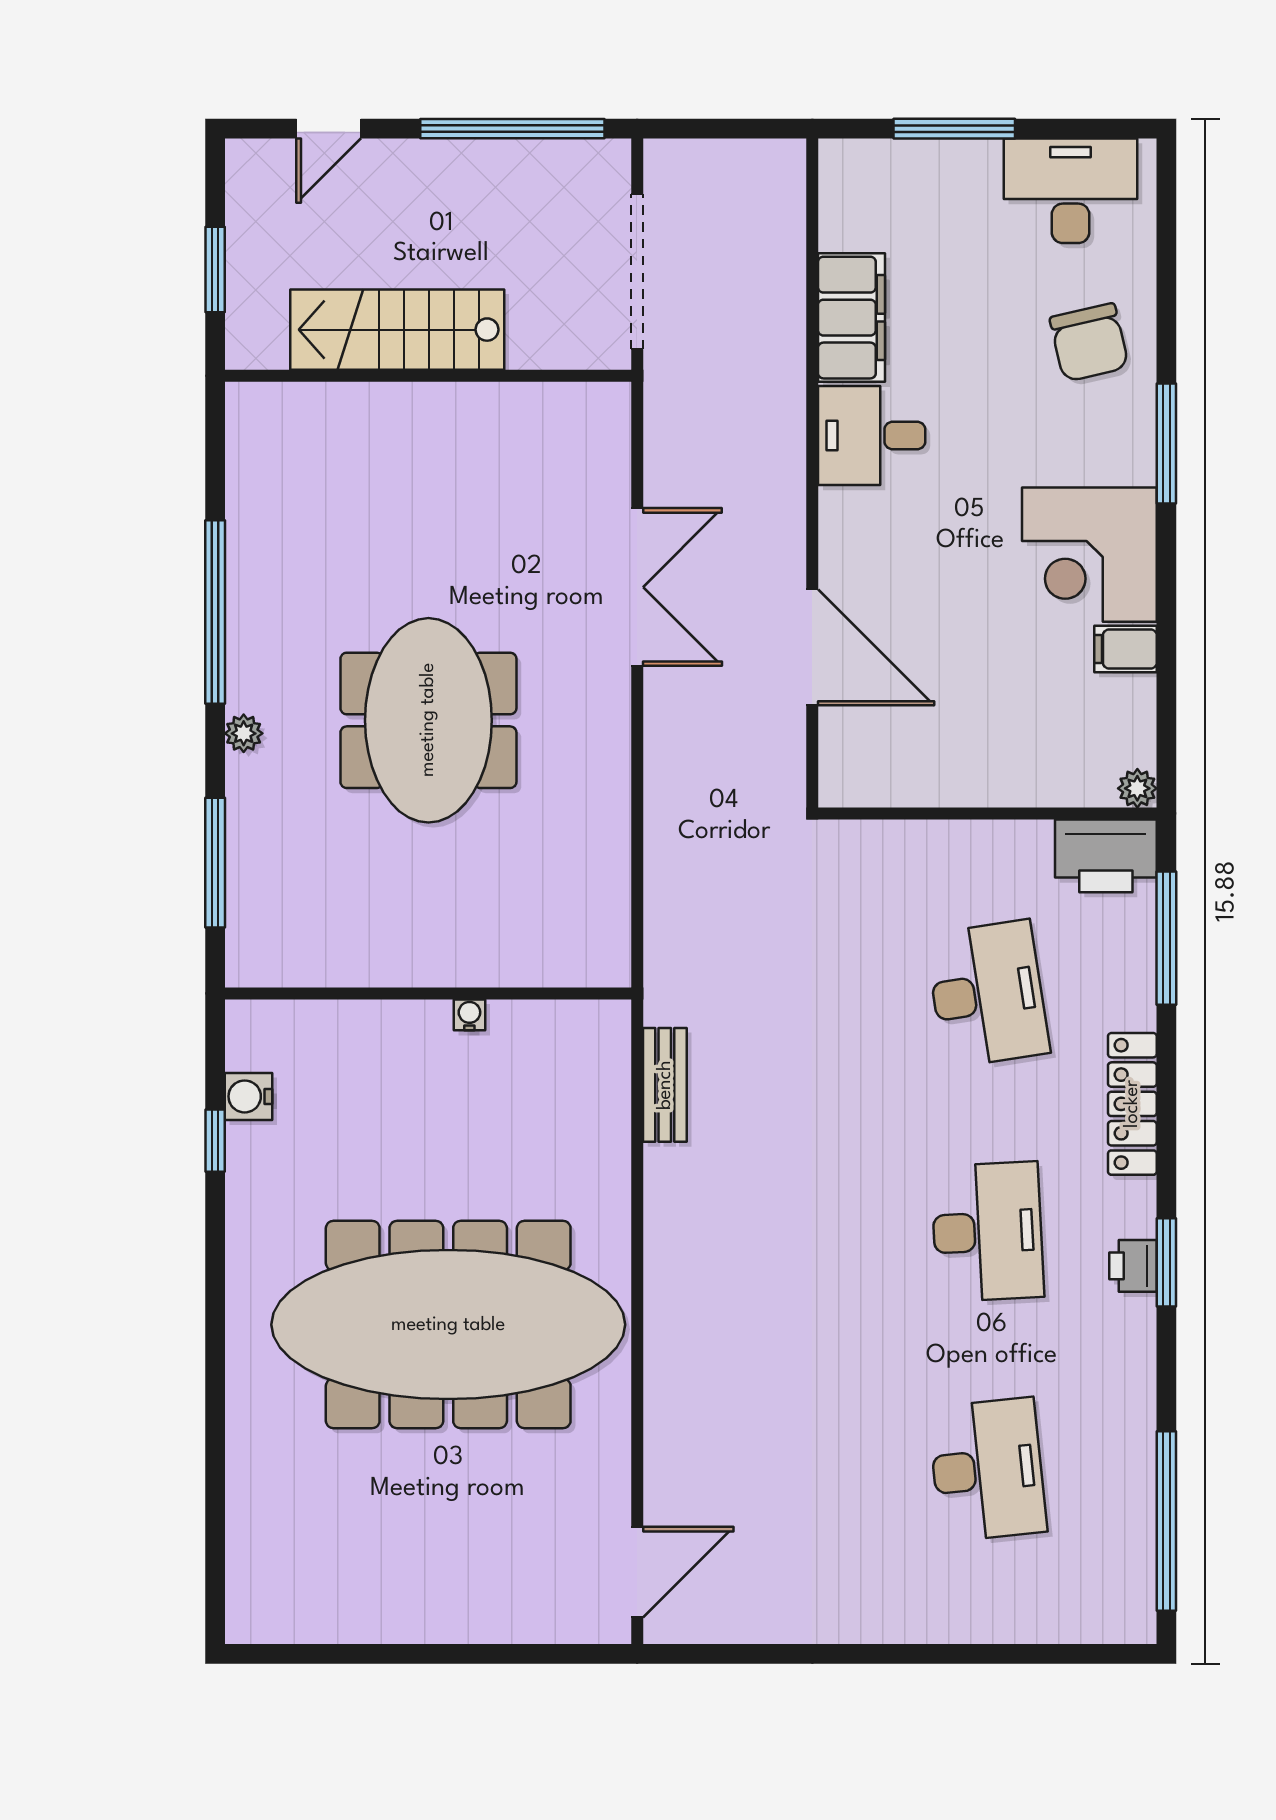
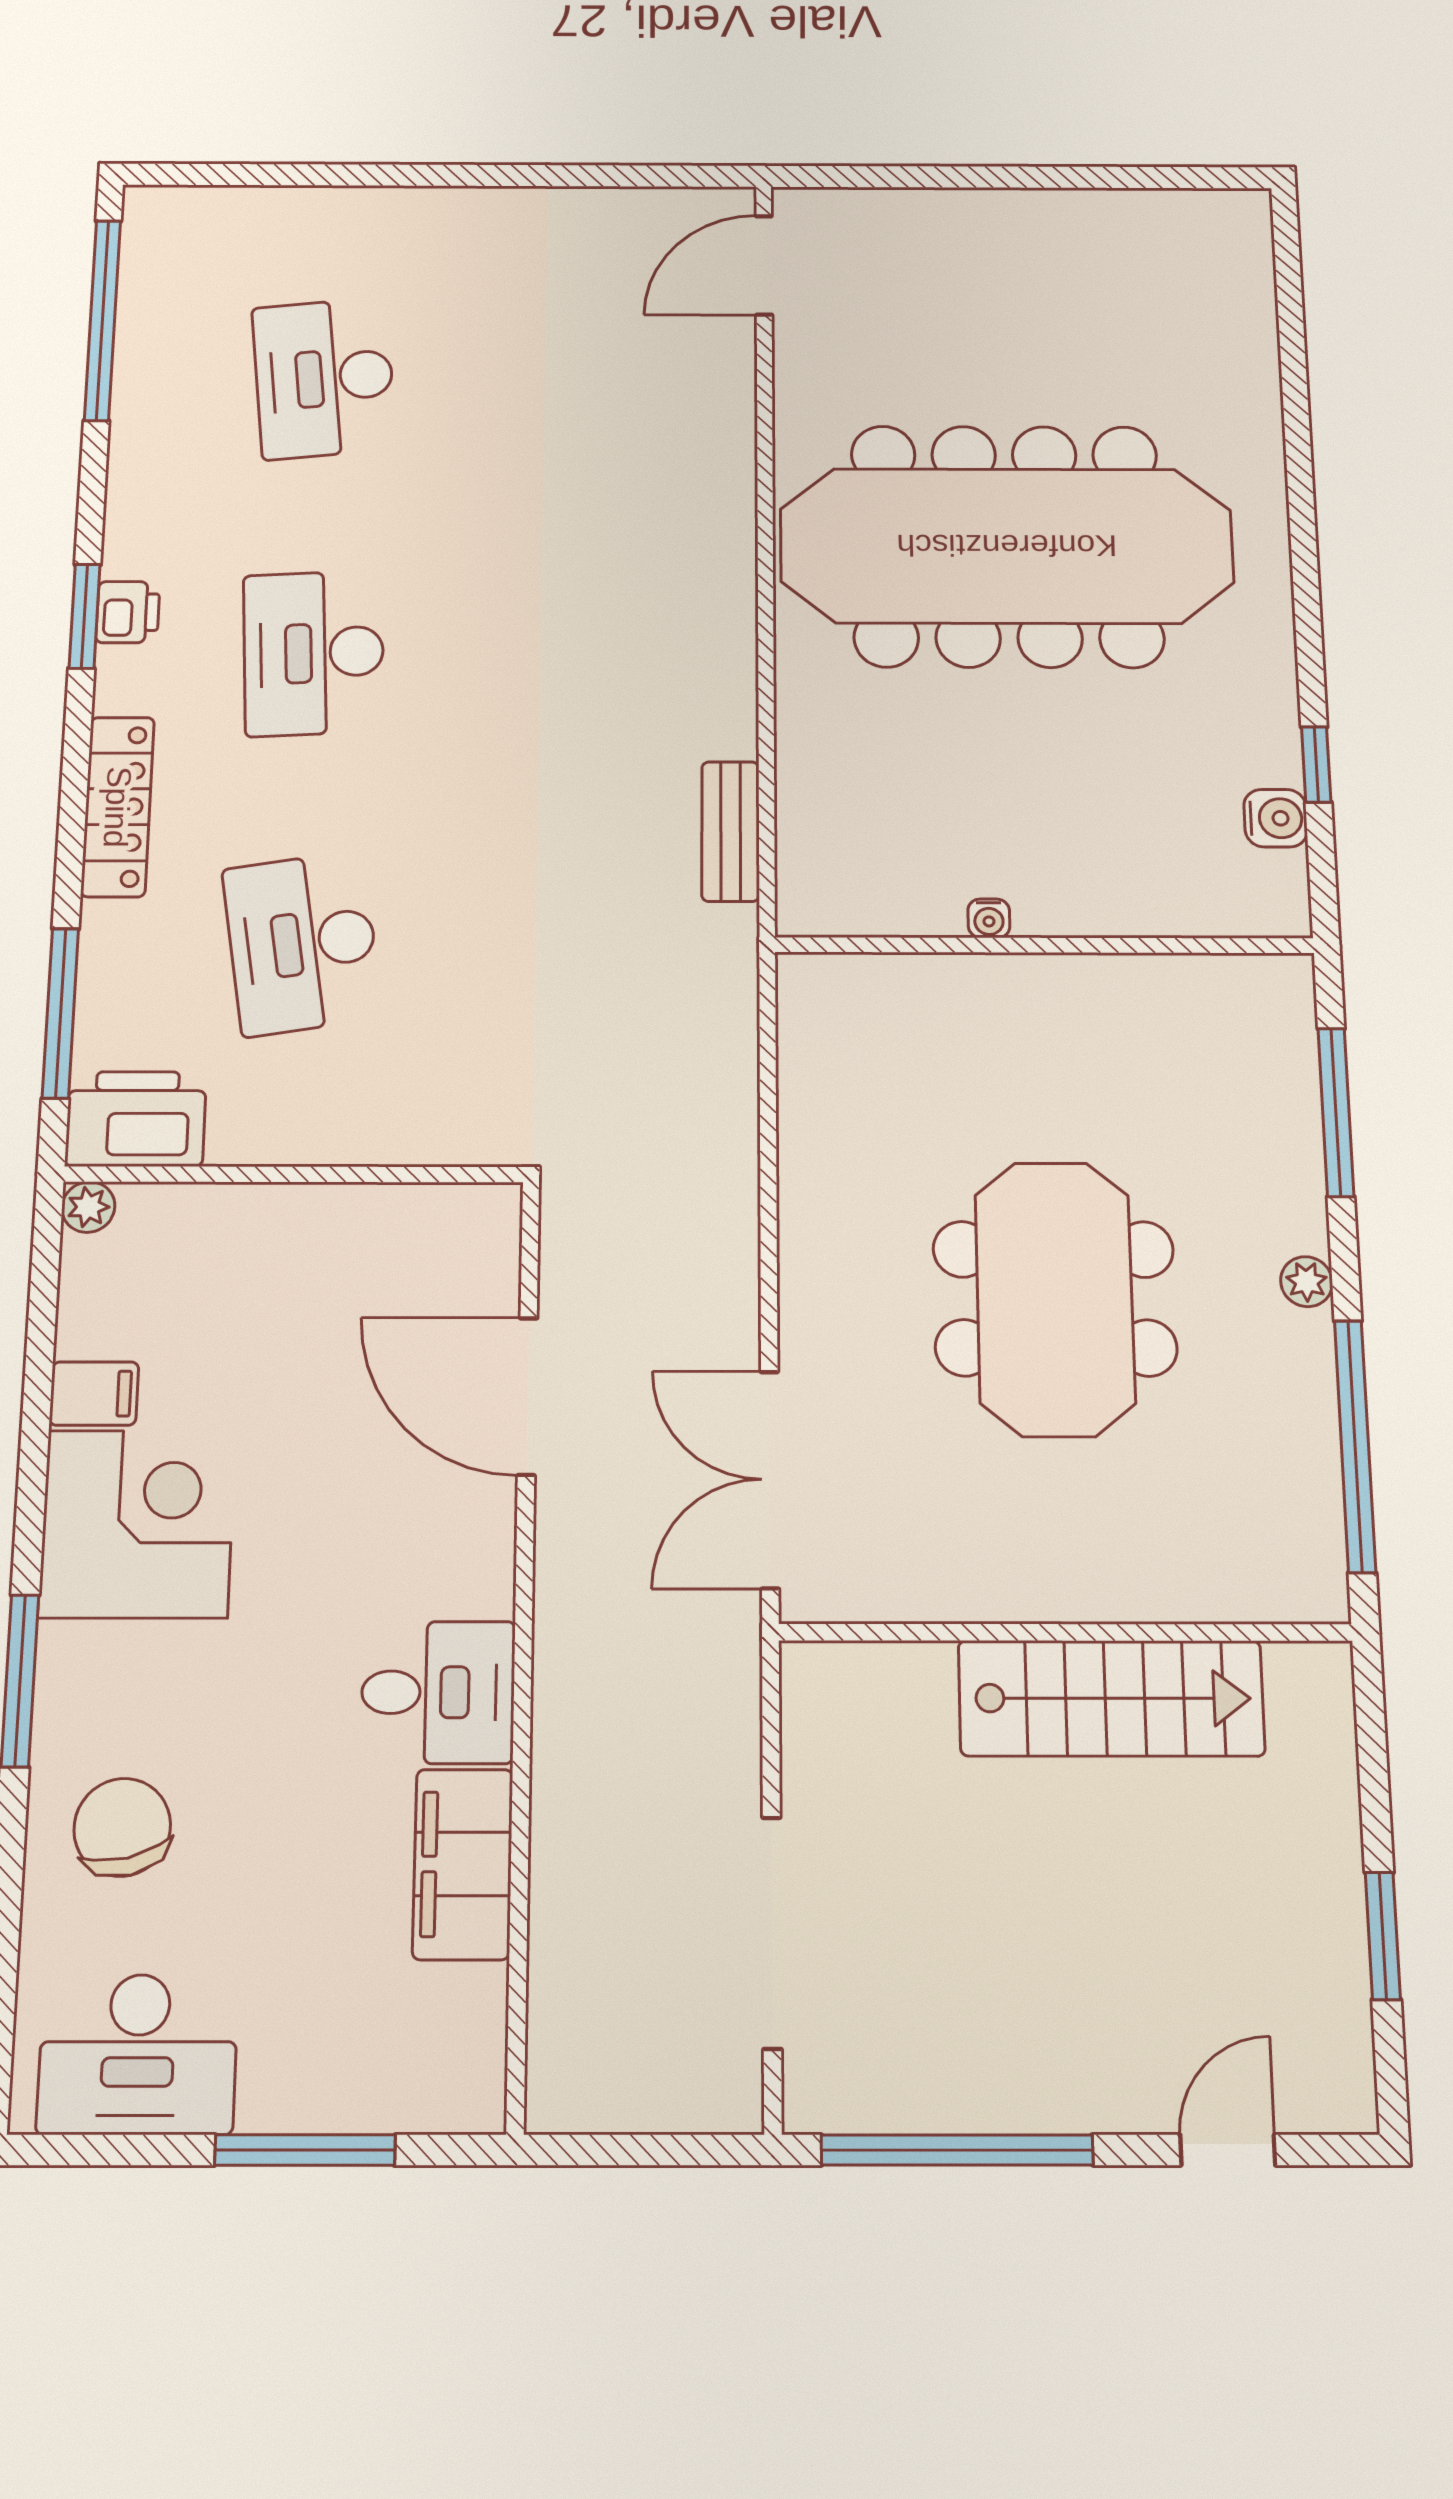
stairs: (397, 330) -> (1111, 1698), moved
wall: (428, 376) -> (1065, 1632), moved

